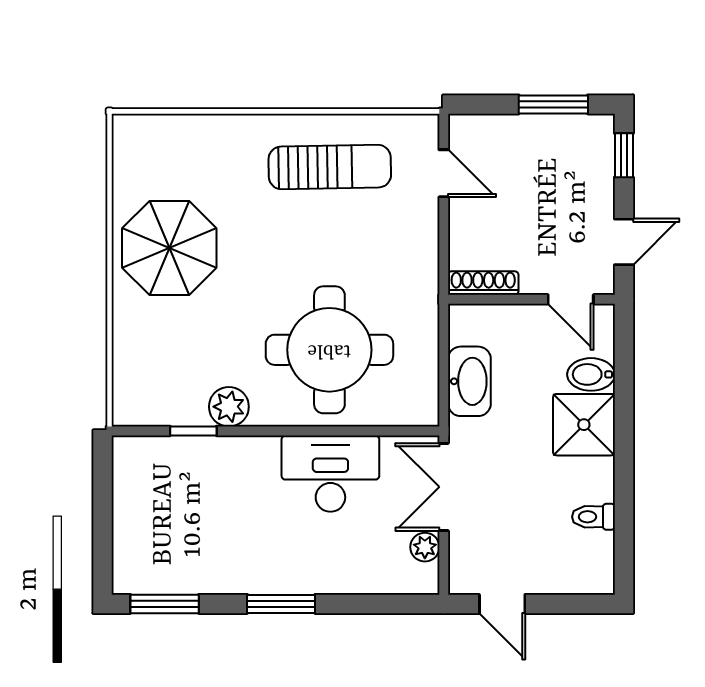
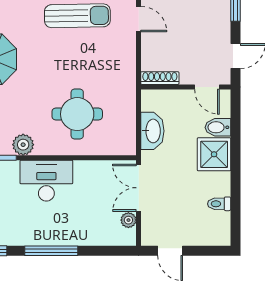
round table: (329, 350) -> (77, 114), width x0.73, depth x0.73
desk: (330, 474) -> (46, 181), moved
window: (281, 604) -> (51, 251), width x1.44

